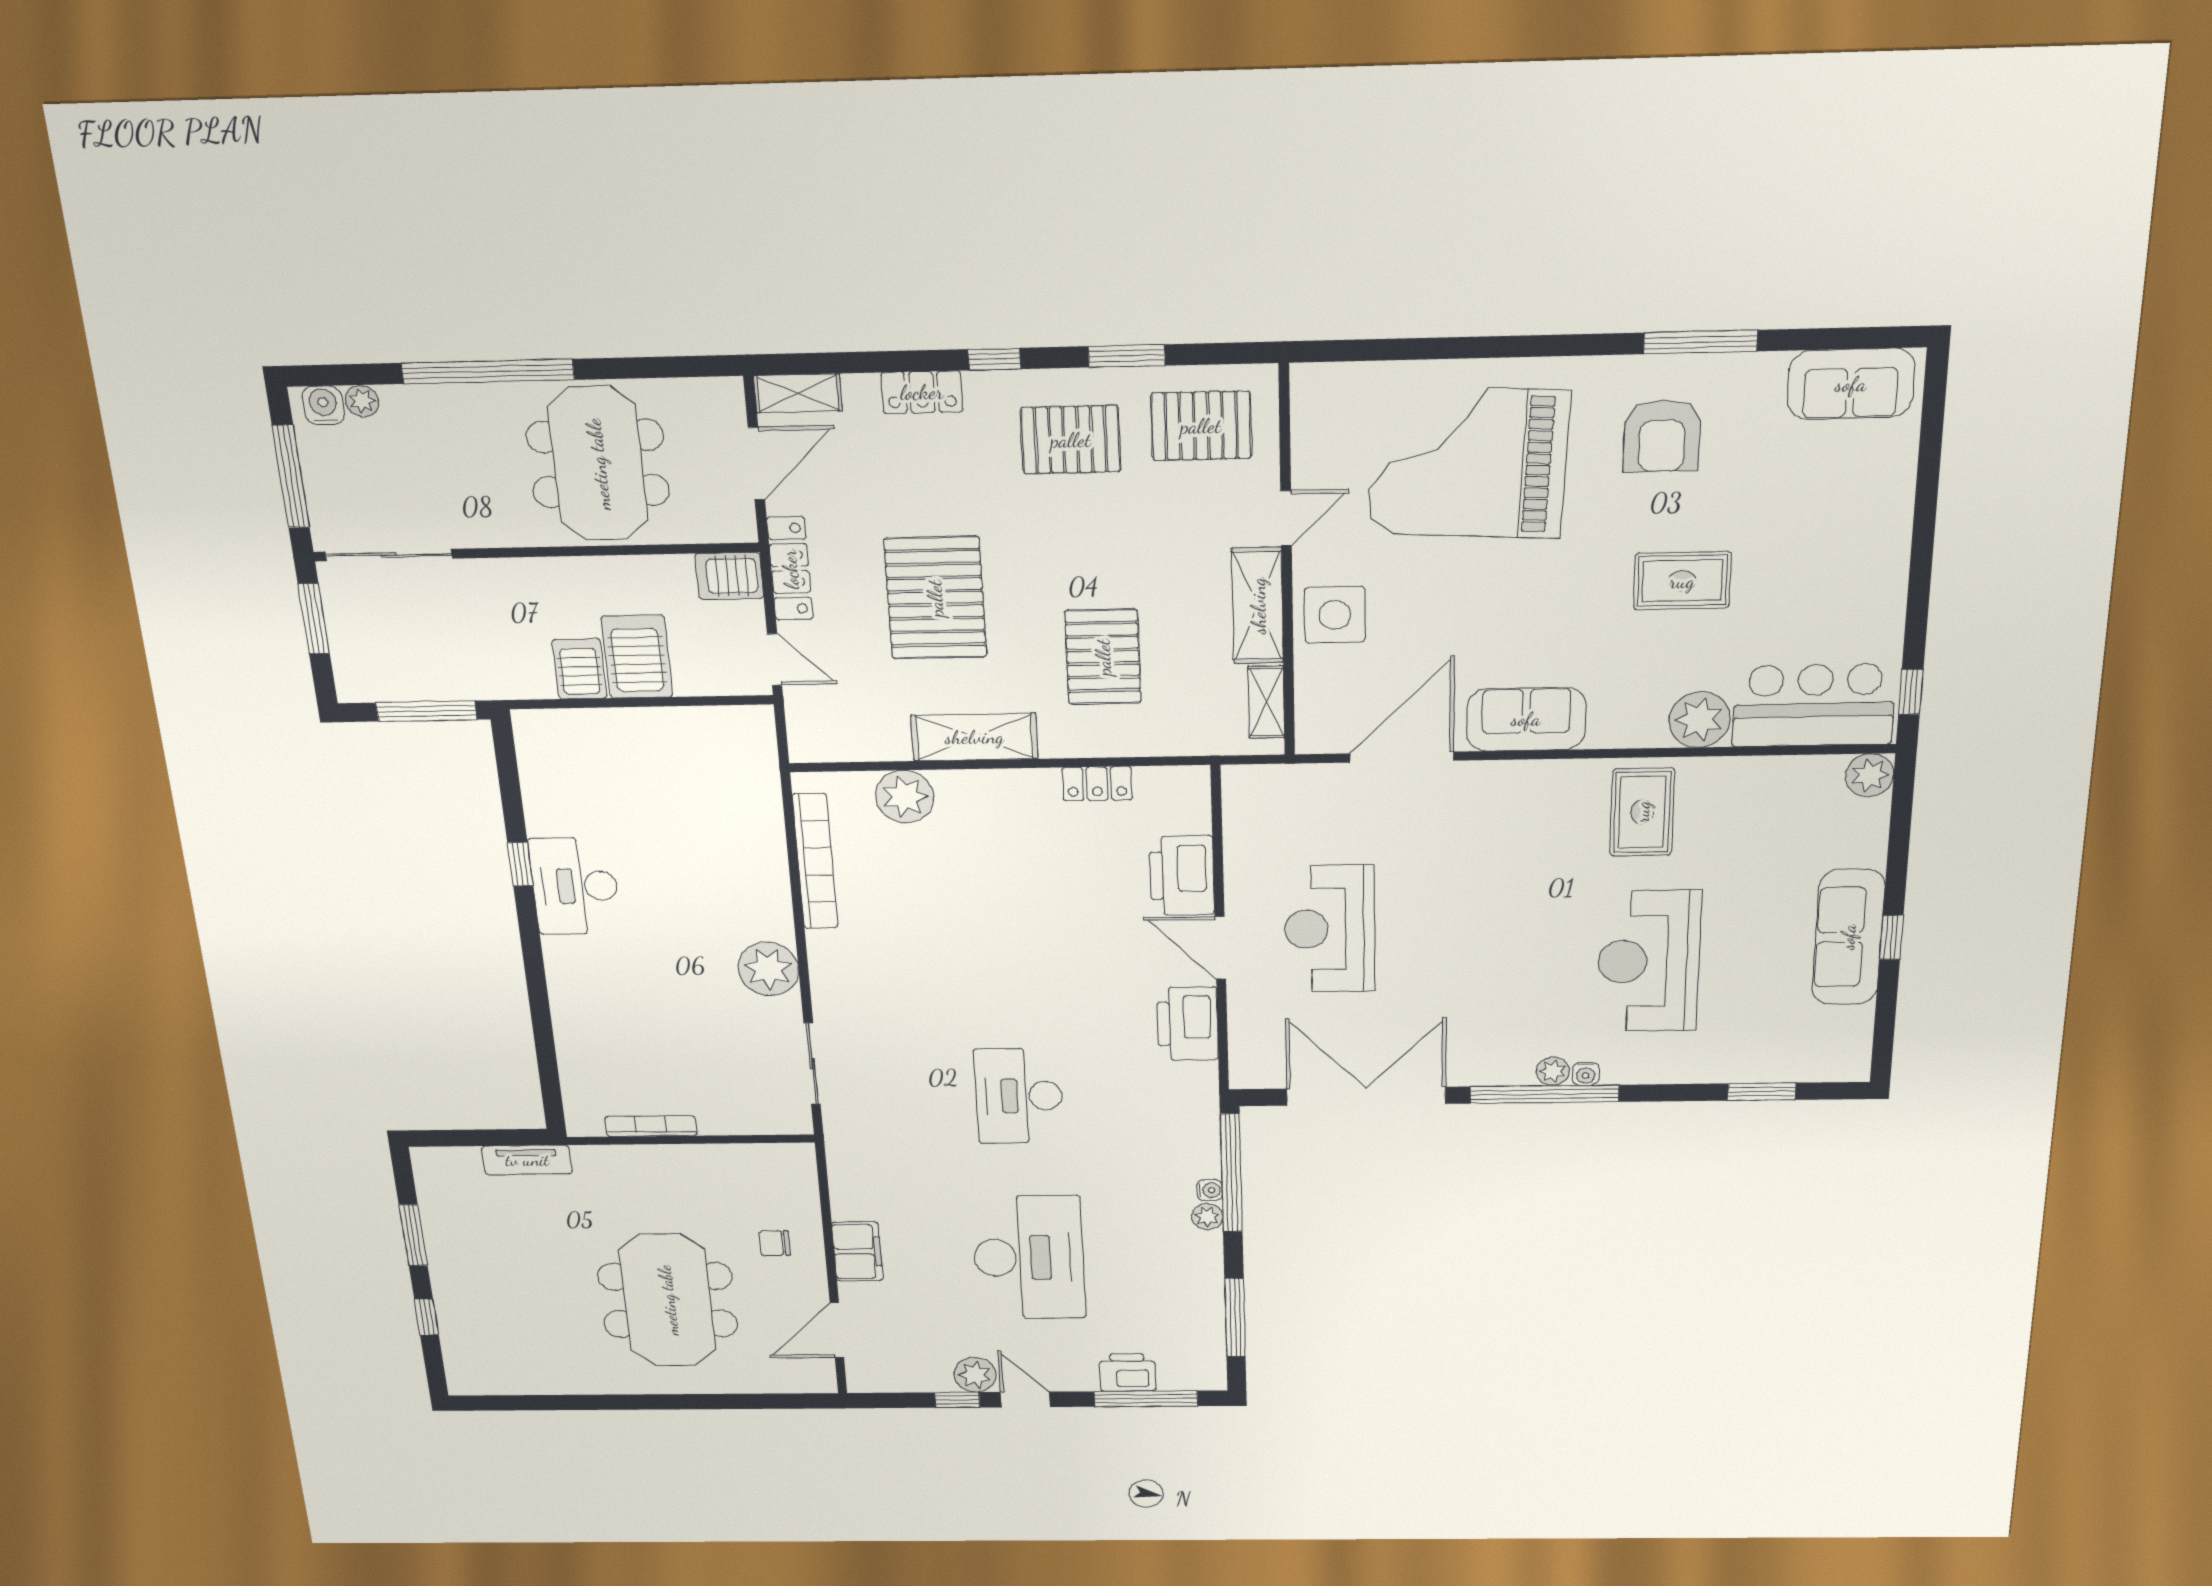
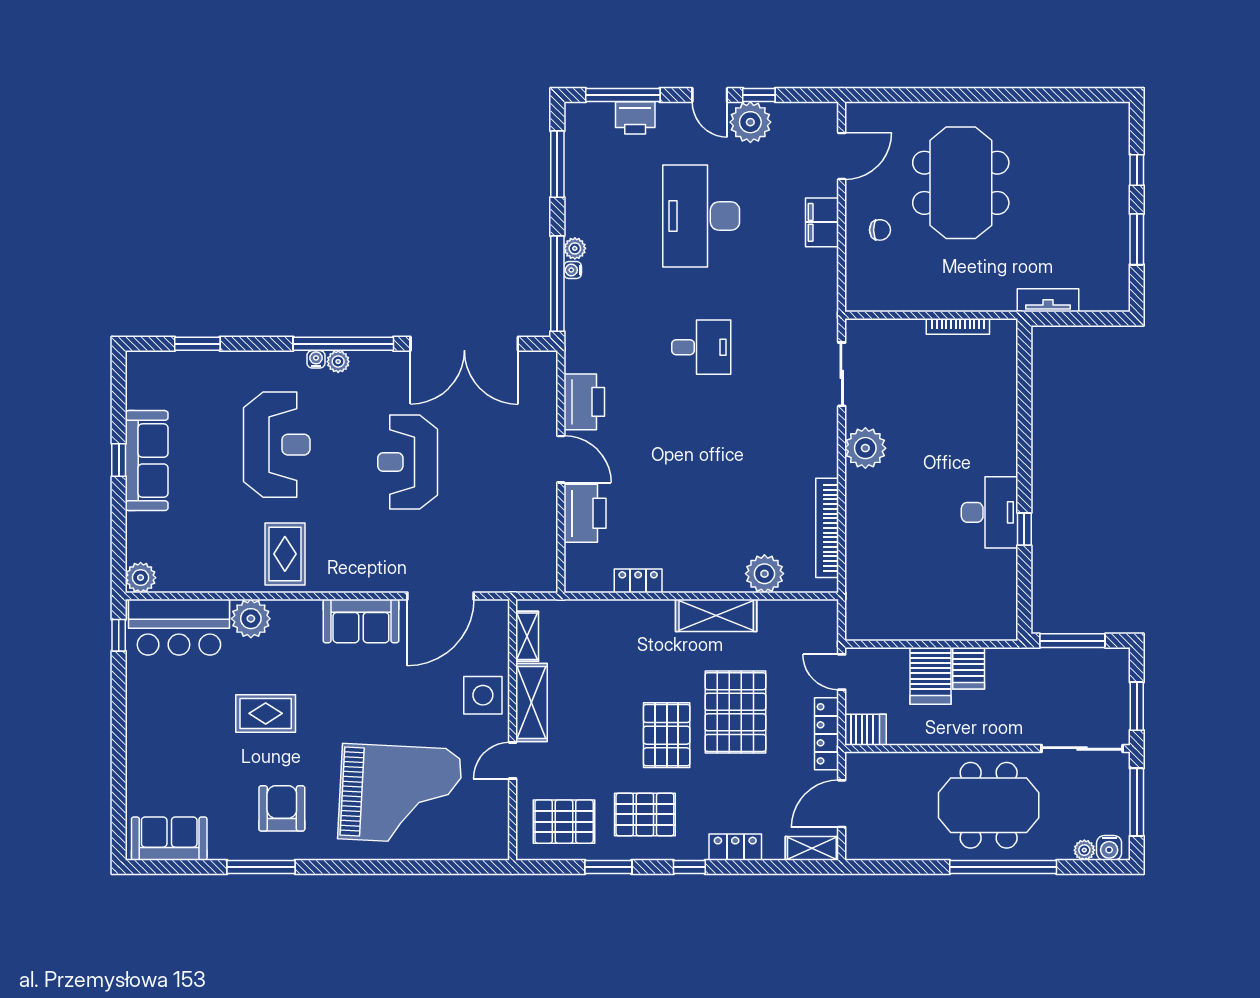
meeting table: (598, 464) -> (989, 805), moved, turned 90
pallet: (1103, 657) -> (667, 735), moved
reception desk: (1330, 929) -> (408, 462), moved, turned 180
desk: (1019, 1096) -> (701, 347), width x0.73
plant: (975, 1375) -> (750, 122), width x1.36, depth x1.36

